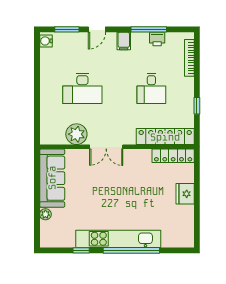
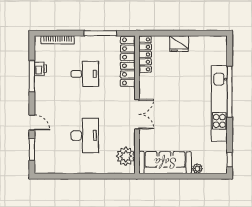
water cooler: (46, 41) -> (42, 168), removed
filing cabinet: (124, 41) -> (42, 99), removed
window: (197, 106) -> (100, 33), width x2.17
plant: (76, 134) -> (126, 156), moved
window: (81, 250) -> (230, 160), moved

